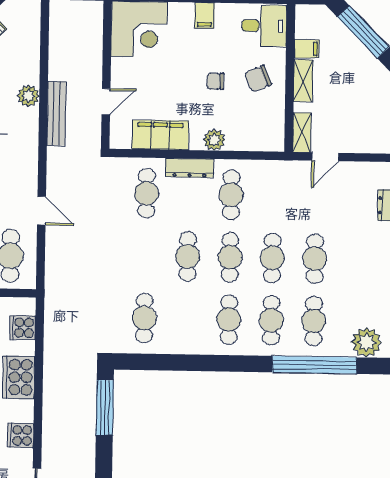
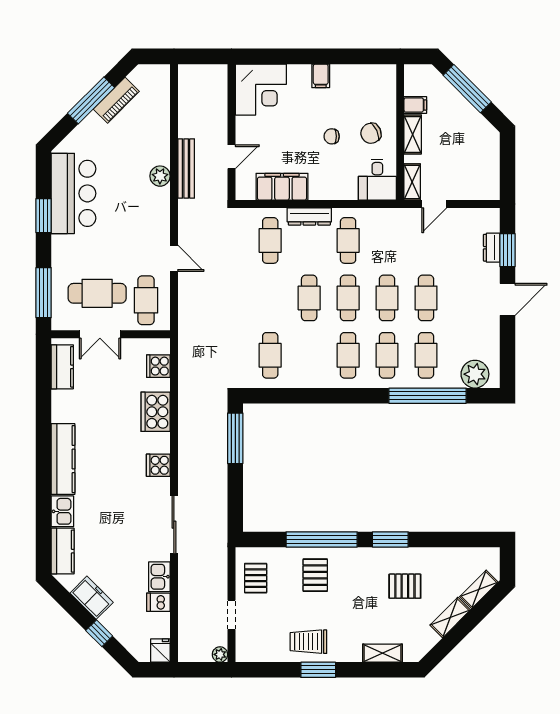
desk: (264, 26) -> (377, 180), moved, turned 90
plant: (28, 96) -> (160, 176), moved
plant: (214, 140) -> (332, 190), removed

